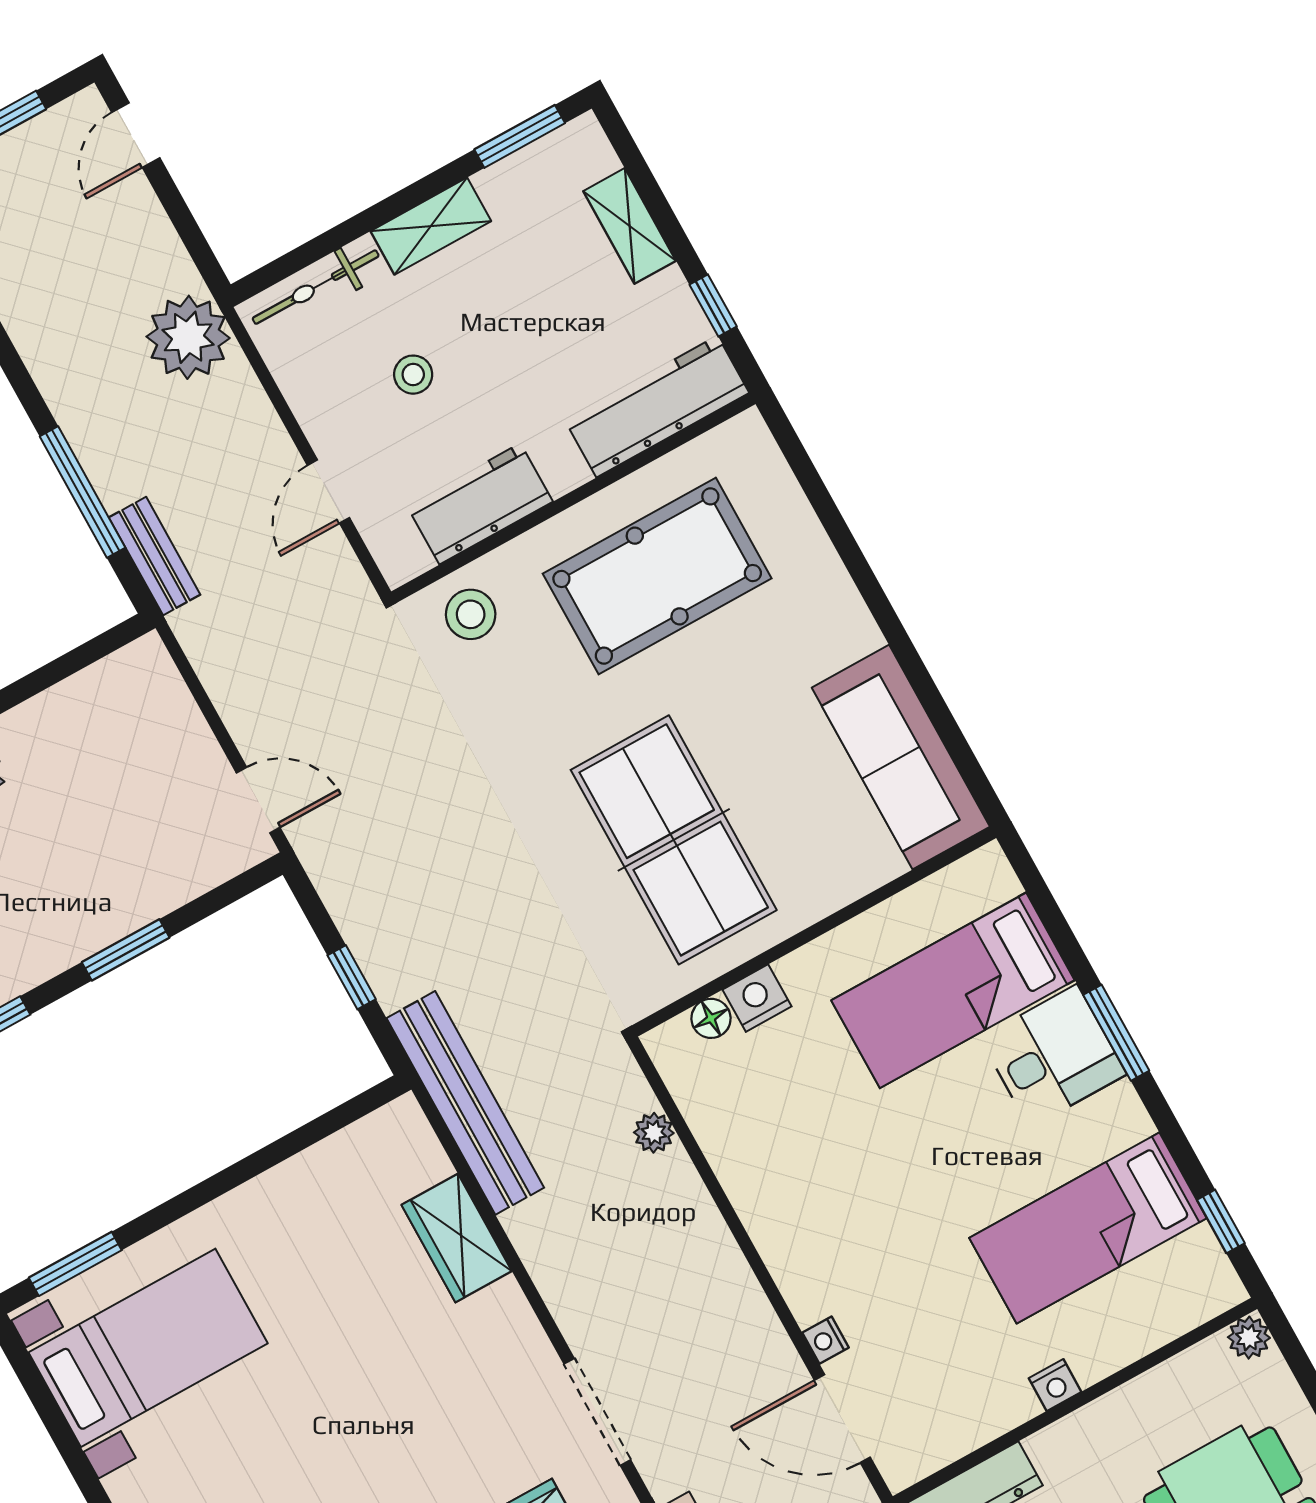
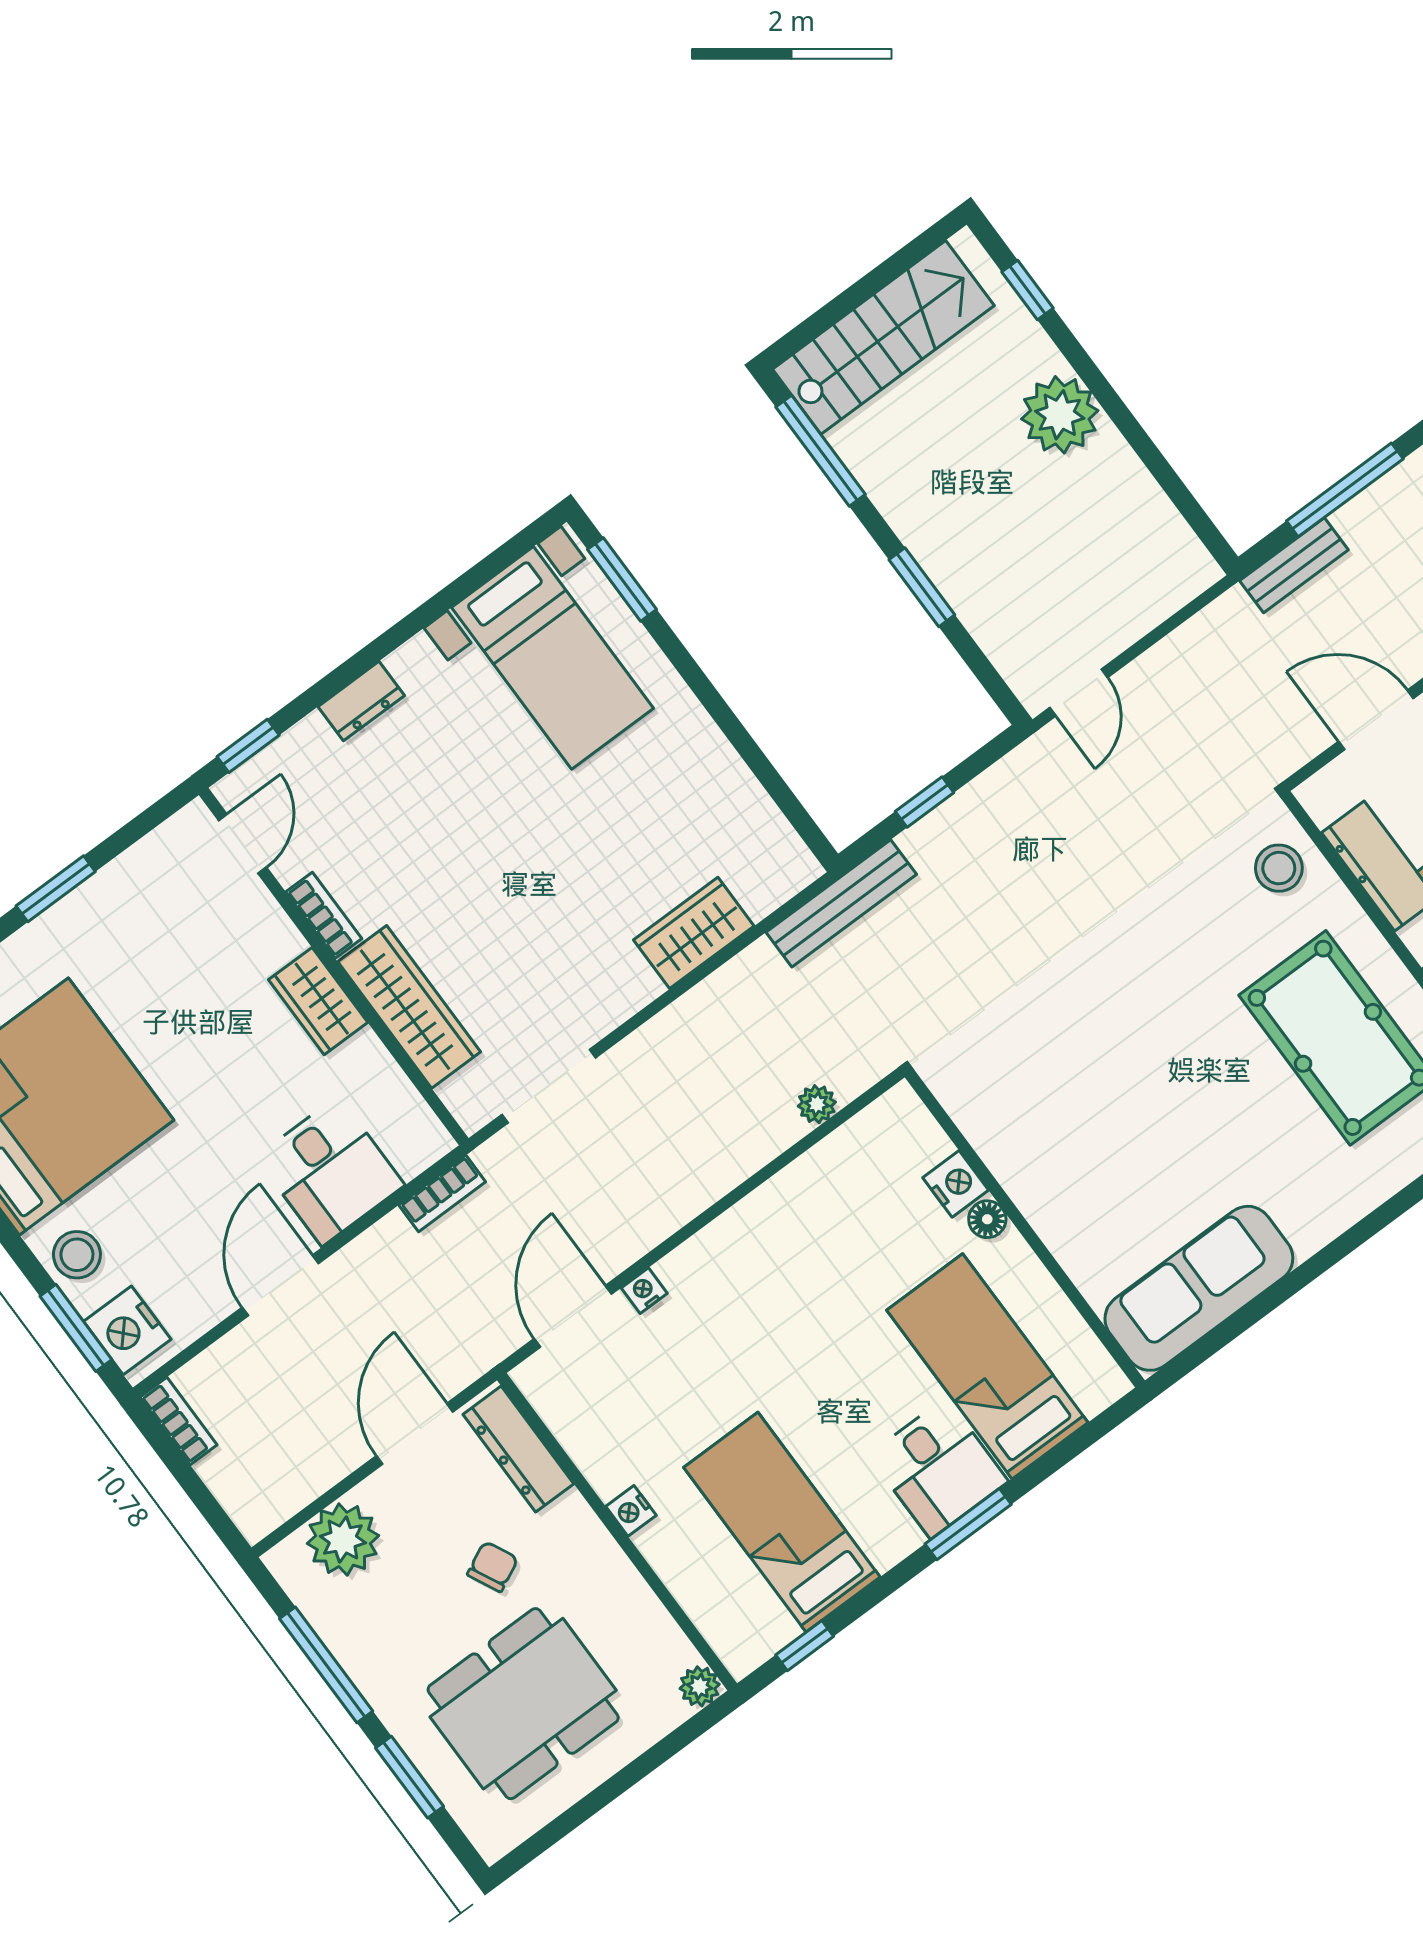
door: (329, 492) -> (1376, 720), width x1.37
table tennis table: (674, 840) -> (1093, 1086), removed
floor lamp: (711, 1018) -> (987, 1219), moved
bench: (465, 1103) -> (841, 903), width x0.73, depth x0.82

